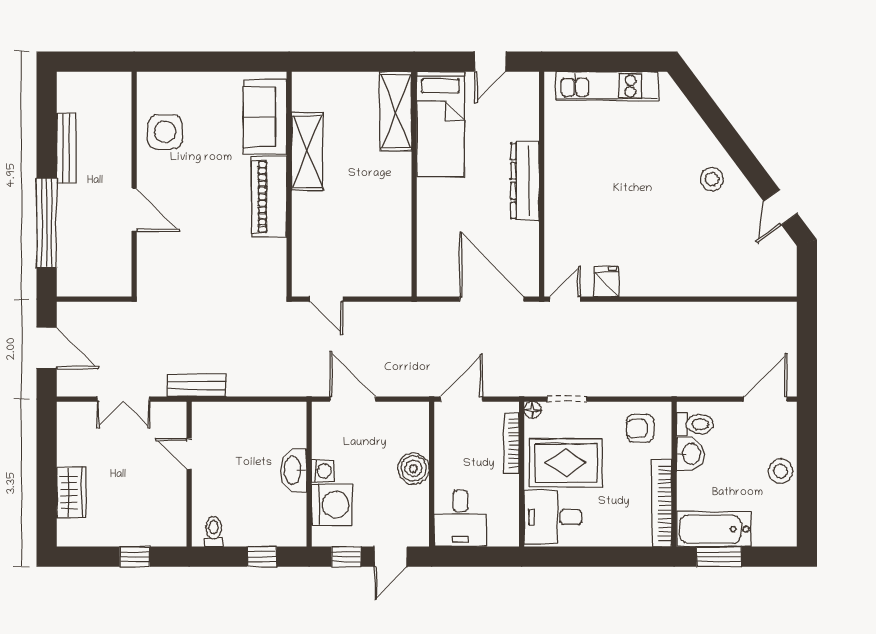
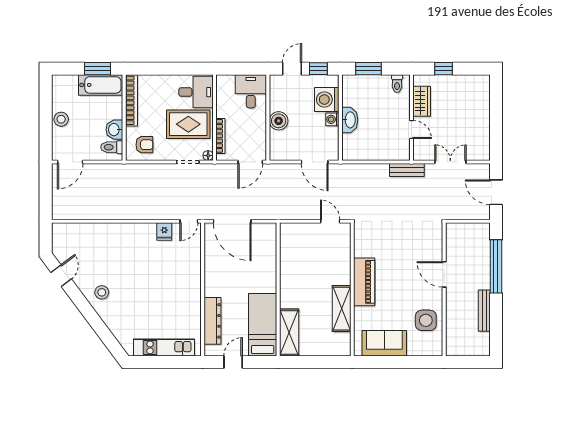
sofa: (265, 117) -> (384, 343), moved, turned -90
dresser: (525, 181) -> (212, 321), moved
wardrobe: (71, 493) -> (422, 101), moved, turned 180
window: (262, 557) -> (368, 69), width x1.50

